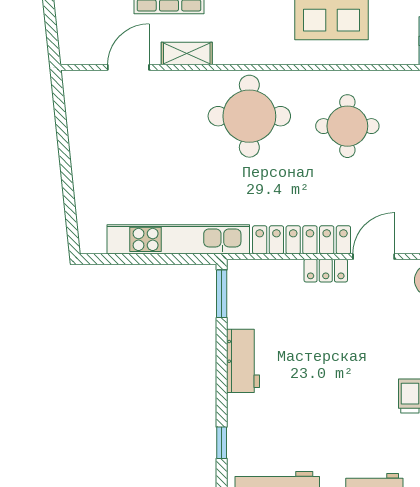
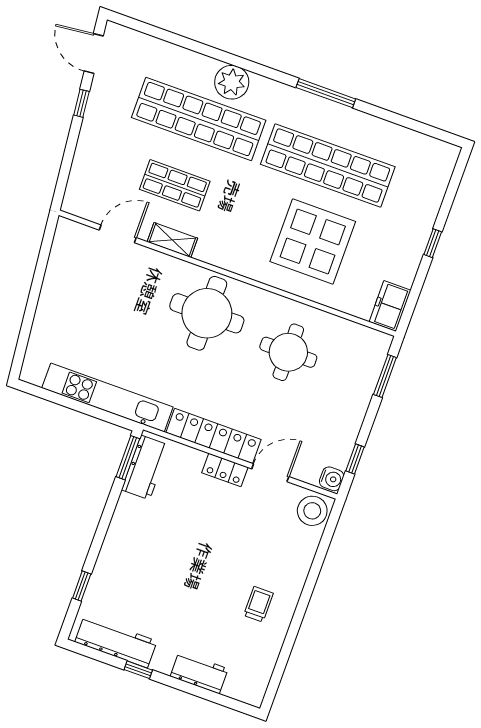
workbench: (243, 361) -> (145, 467), moved

